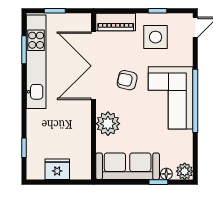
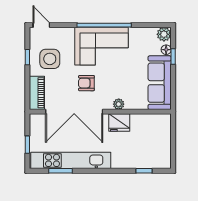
armchair: (127, 80) -> (86, 83), turned 77
plant: (108, 124) -> (119, 104), width x0.53, depth x0.53
fridge: (57, 169) -> (119, 123), moved, turned -90

